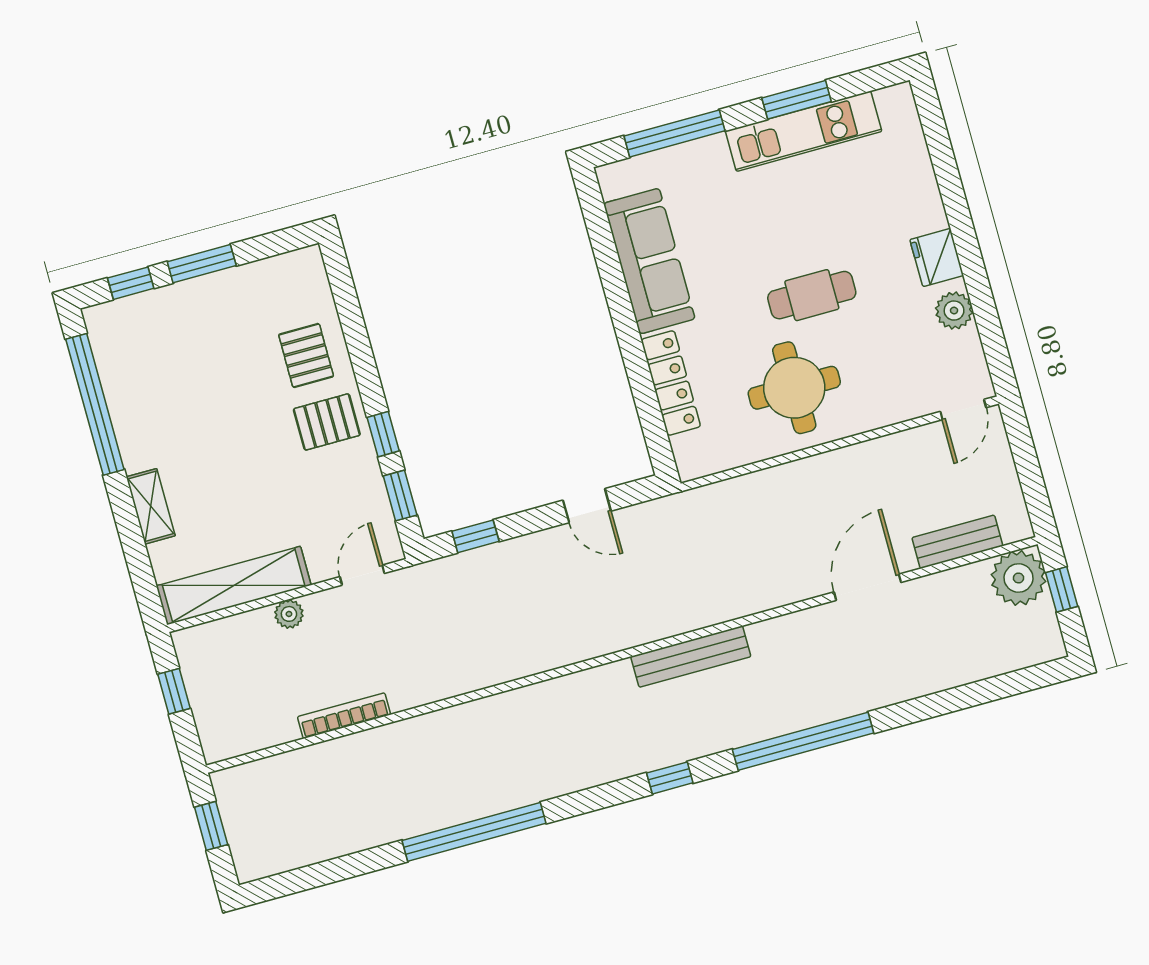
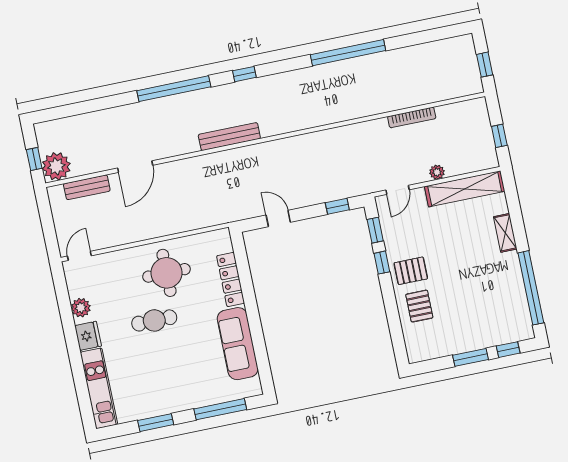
kitchen unit: (804, 131) -> (99, 388), moved, turned 90

